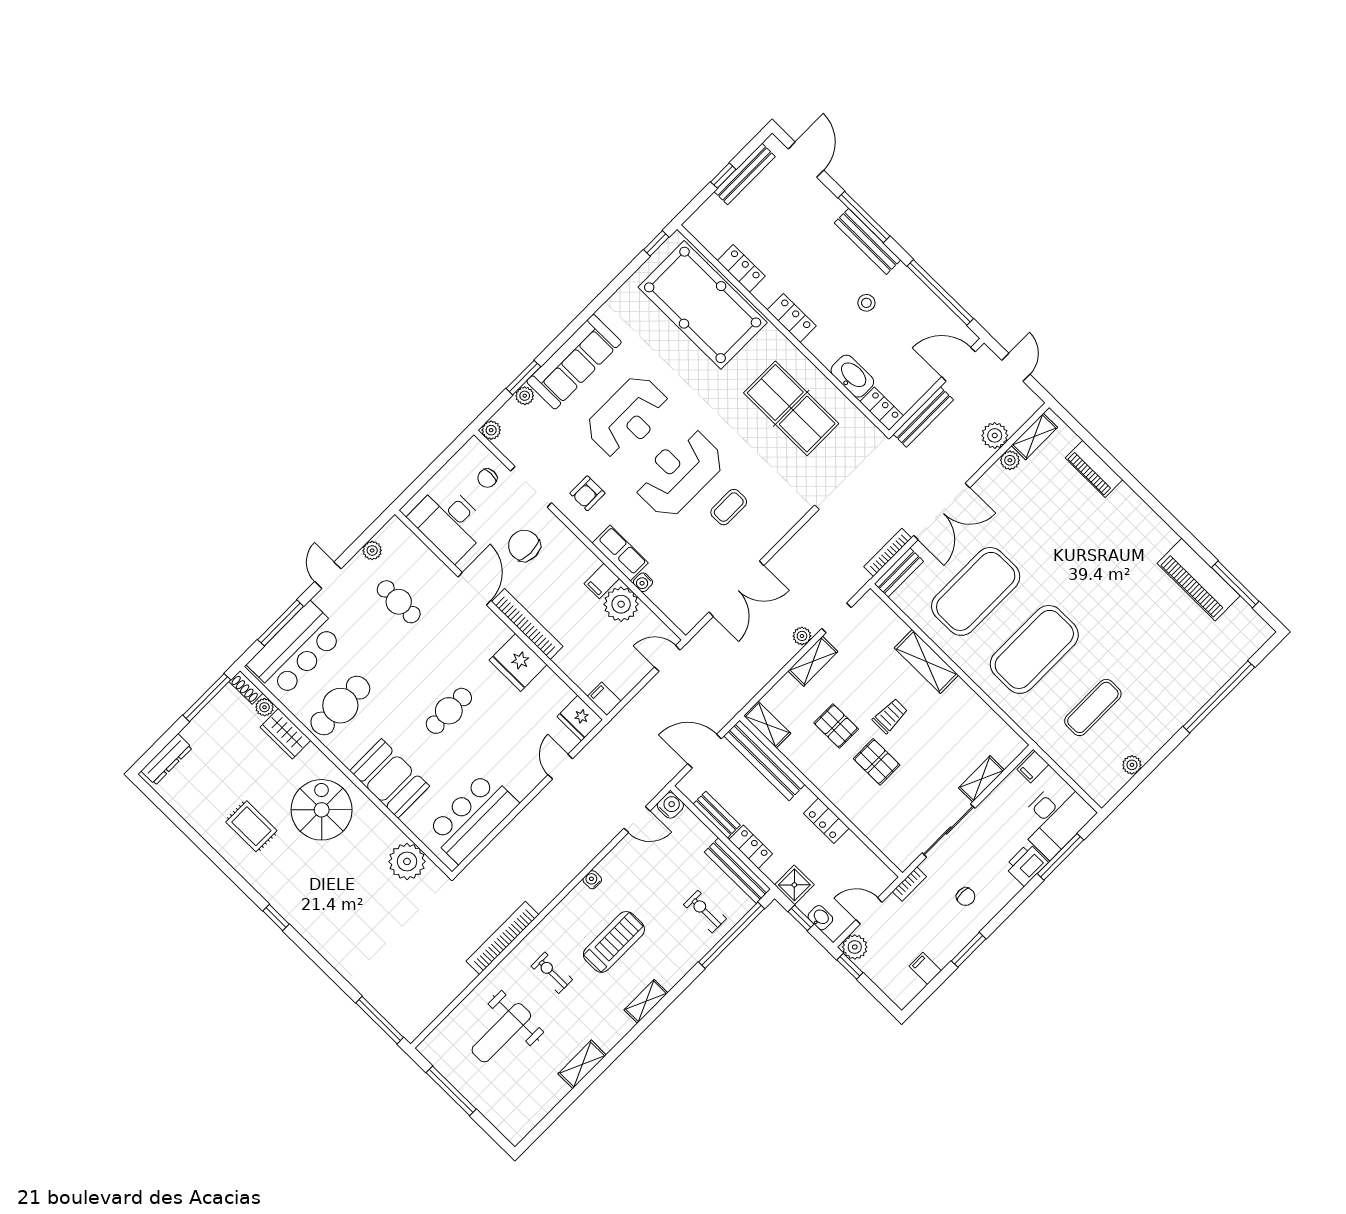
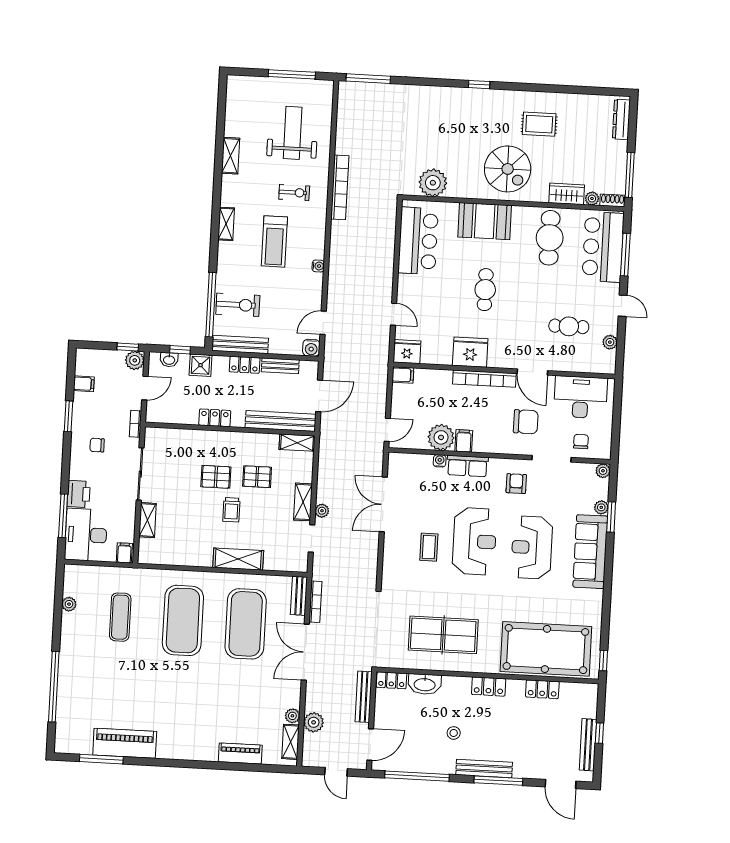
exercise bike: (705, 912) -> (238, 305), width x1.38, depth x1.39

